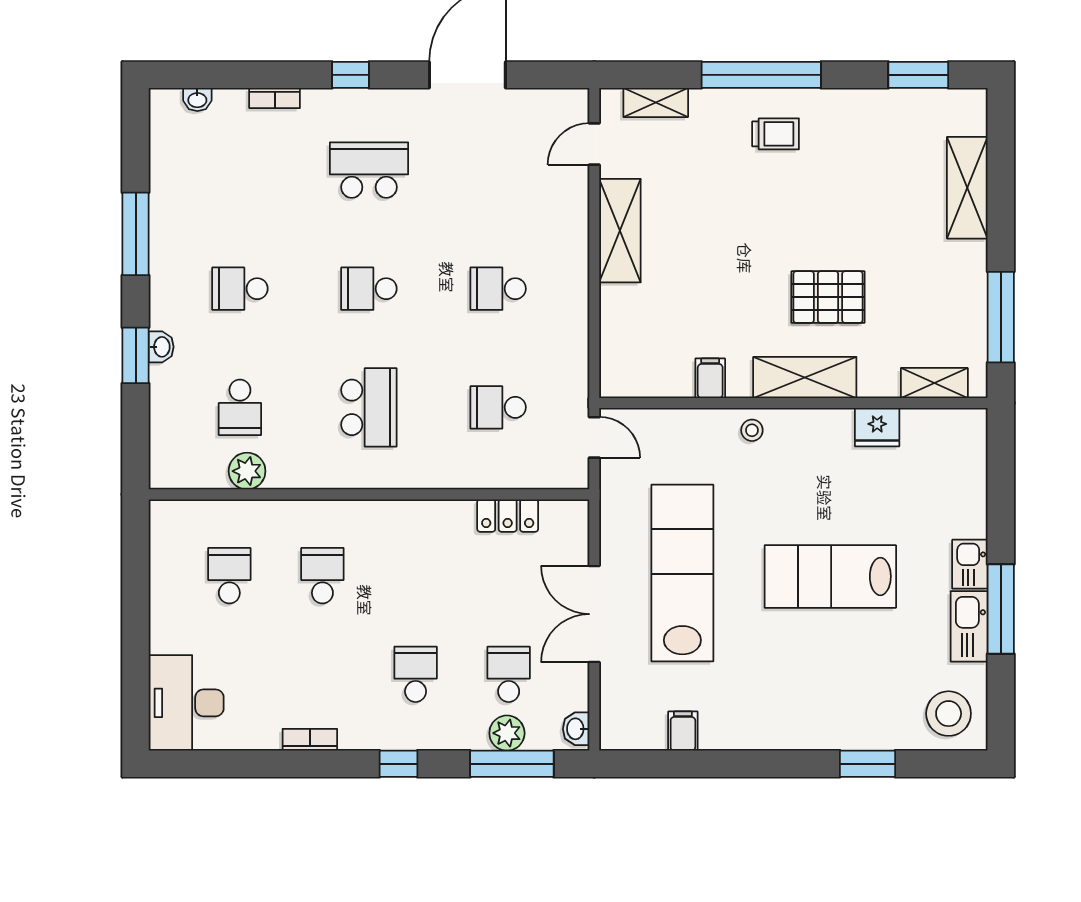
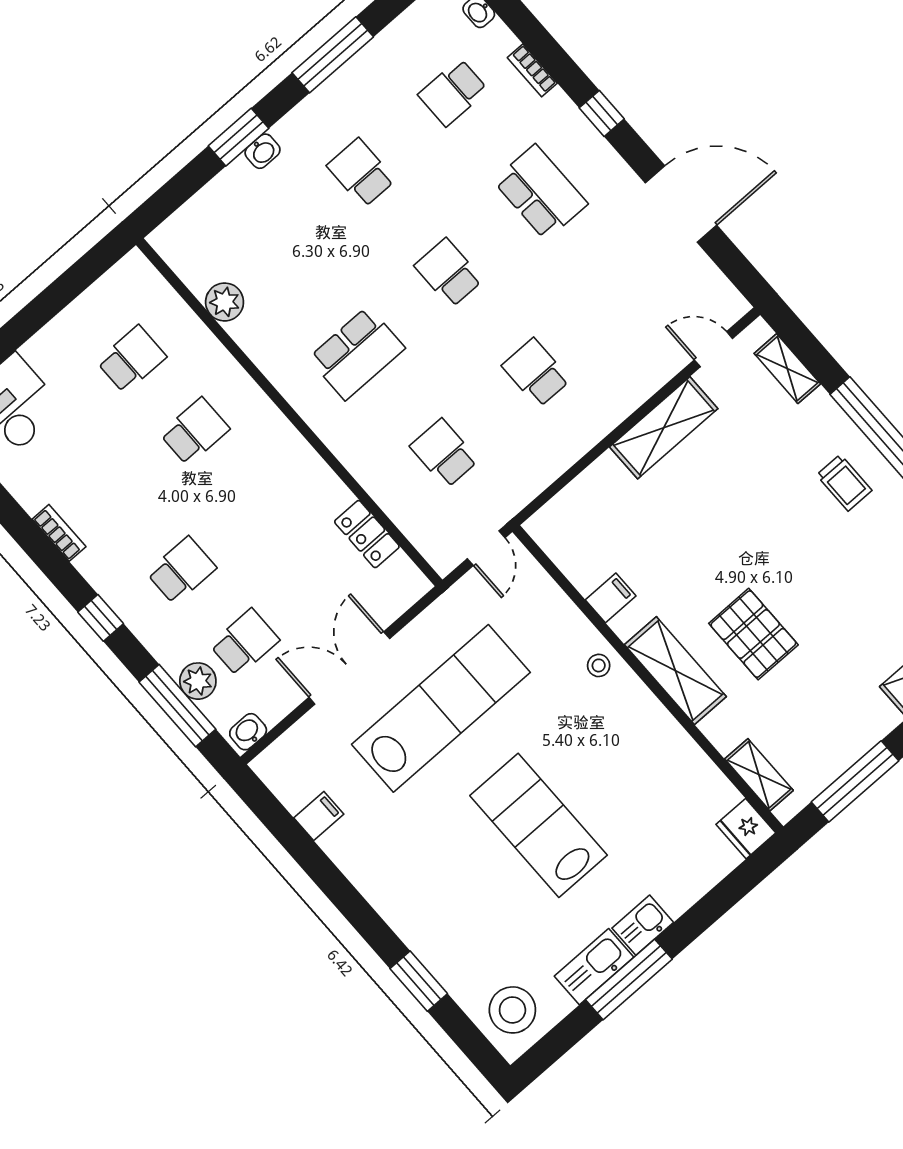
school desk: (240, 407) -> (453, 92), moved
fridge: (877, 427) -> (746, 829), moved

